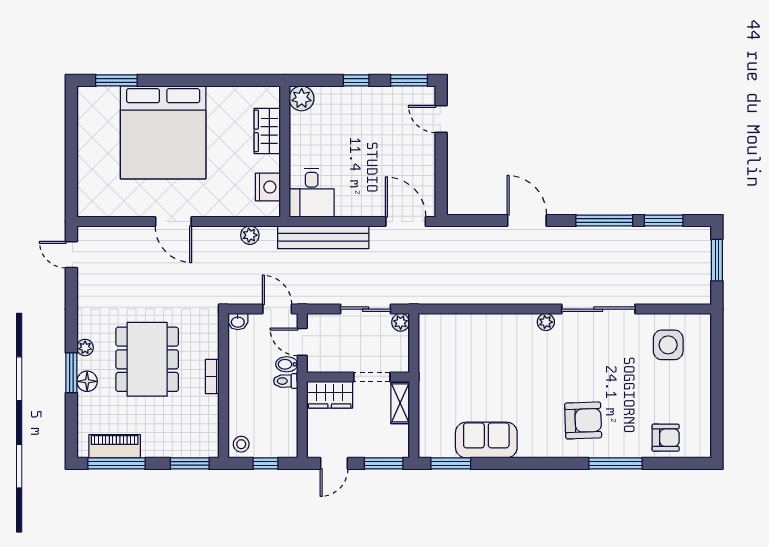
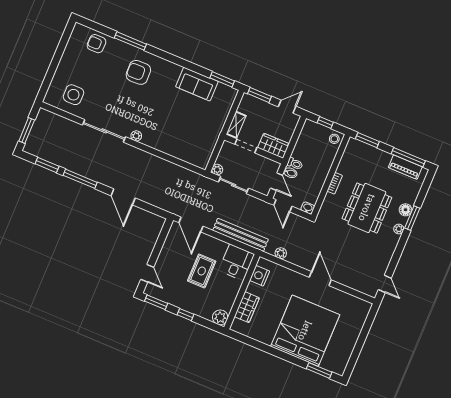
rug: (359, 157) -> (202, 271), added

